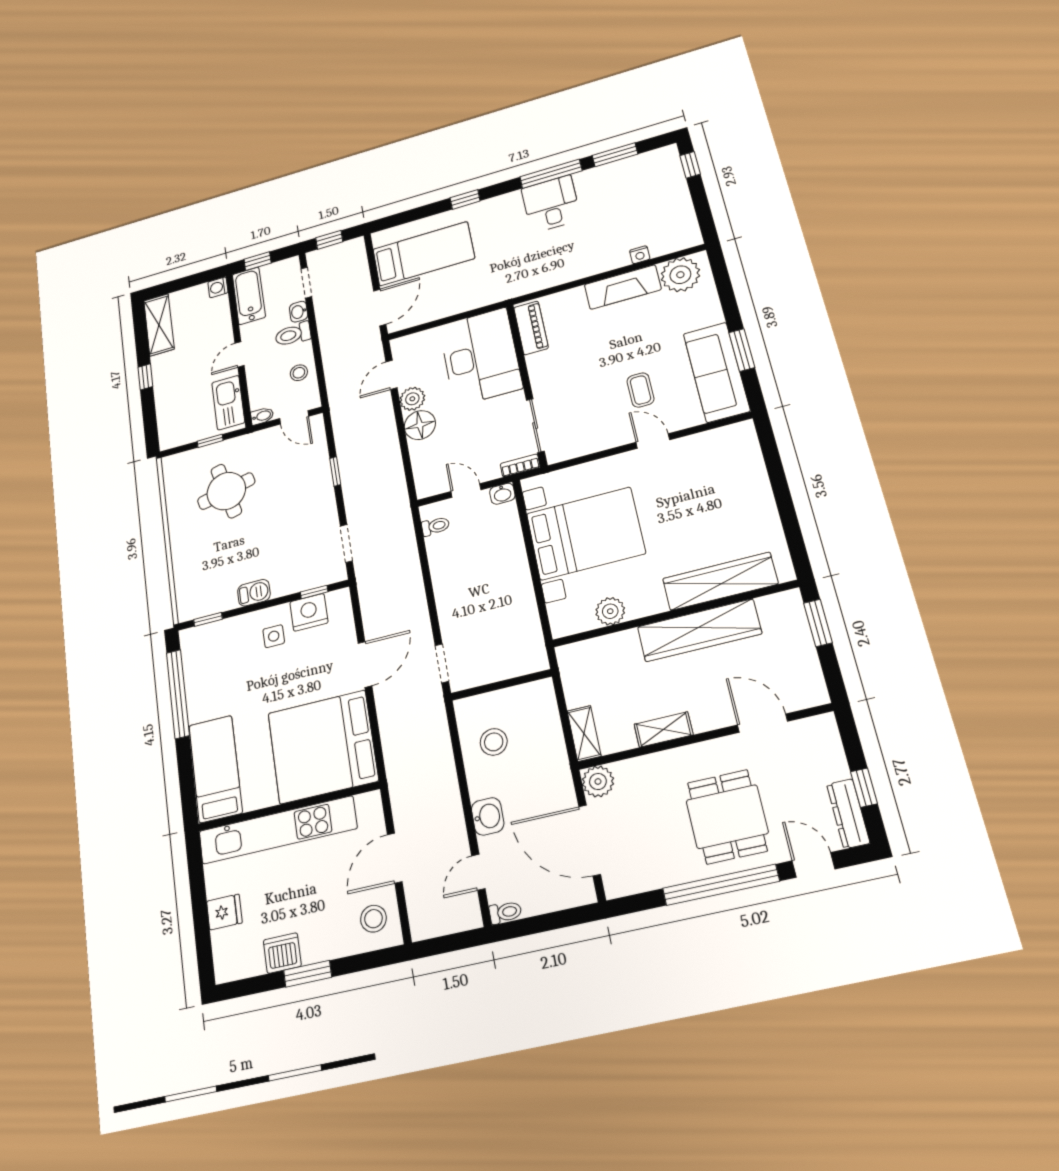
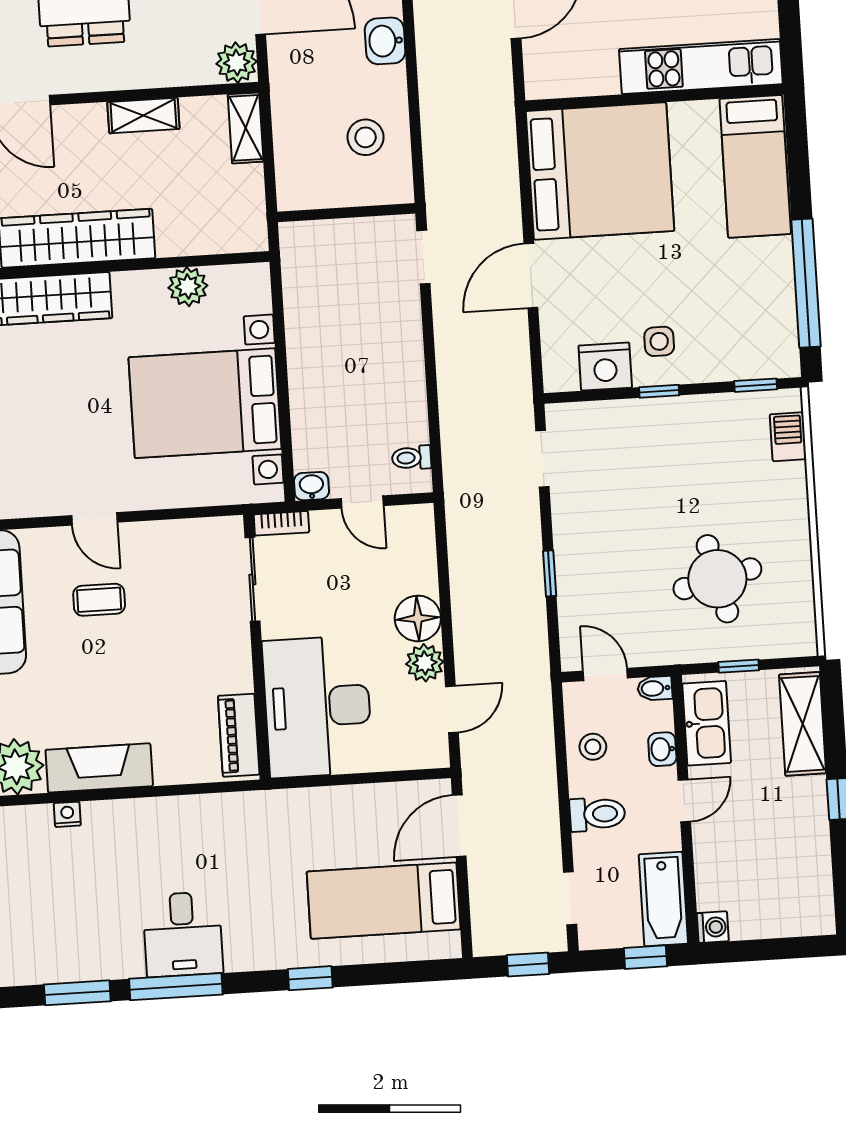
washbasin: (299, 312) -> (662, 749), moved, turned 180
shelving: (159, 325) -> (803, 724), moved
coffee table: (640, 390) -> (99, 600), turned 90
window: (314, 592) -> (659, 391), moved
barbecue: (254, 593) -> (788, 437), moved, turned 90
kitchen unit: (277, 830) -> (701, 67), width x0.73

